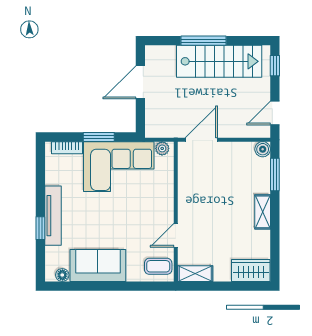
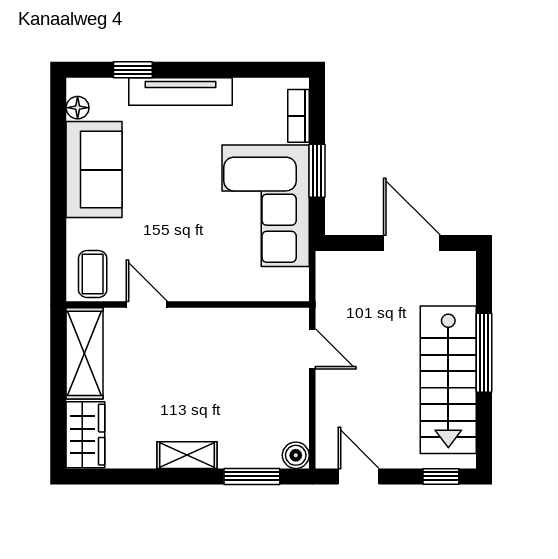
door: (201, 140) -> (312, 349), width x0.73
plant: (162, 148) -> (297, 281), removed
window: (40, 228) -> (133, 70), moved
shelving: (195, 274) -> (84, 353), width x1.50, depth x1.33

